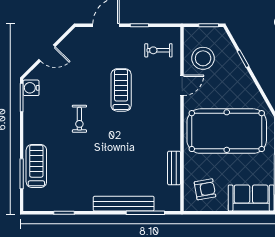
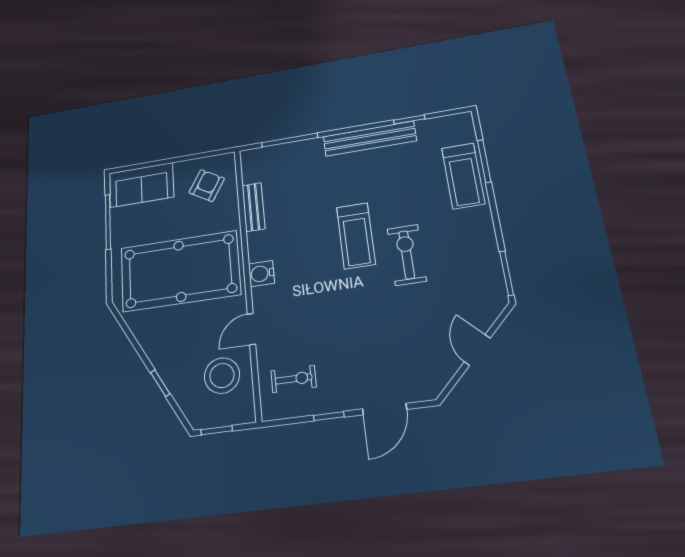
door: (47, 53) -> (477, 350), hinge flipped
water cooler: (31, 88) -> (261, 274), moved, turned 180
treadmill: (121, 90) -> (356, 236), moved
exercise bike: (79, 119) -> (407, 255), width x1.38, depth x1.39
armchair: (205, 189) -> (207, 186), turned 131
bench: (124, 204) -> (370, 139), moved

